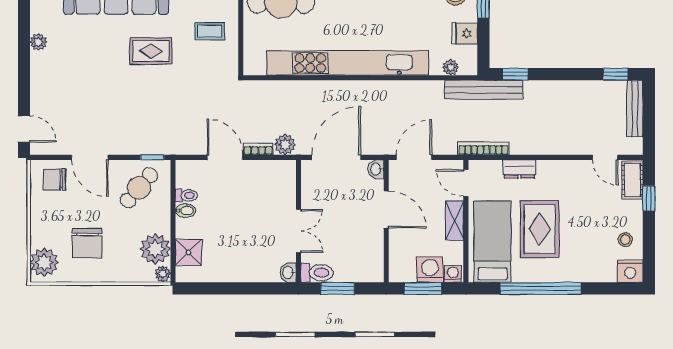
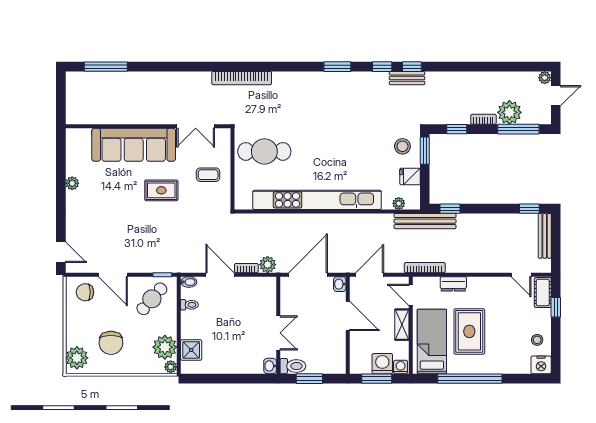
bidet: (186, 211) -> (189, 282), moved

